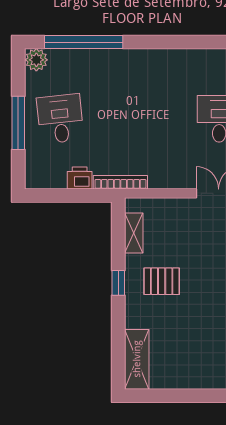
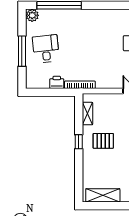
shelving: (137, 359) -> (103, 195), moved, turned 90

